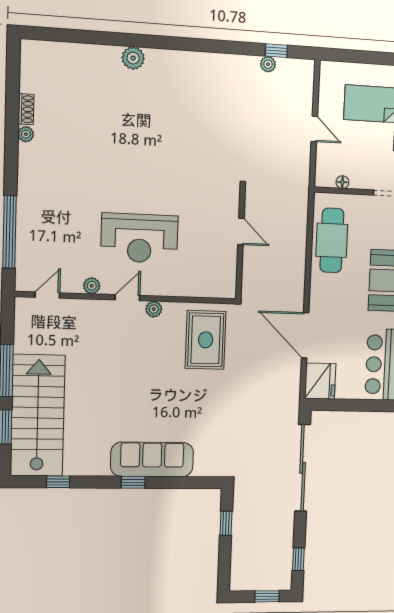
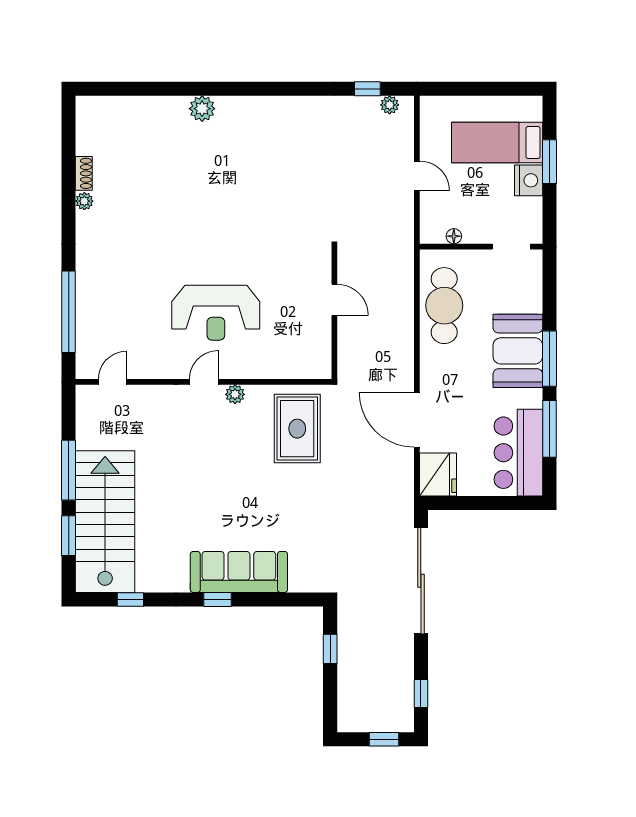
plant: (268, 64) -> (390, 105), moved
plant: (92, 286) -> (163, 370), removed

